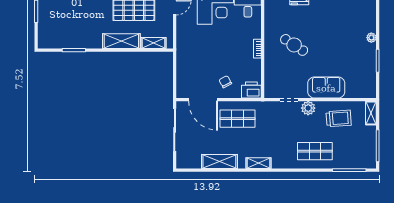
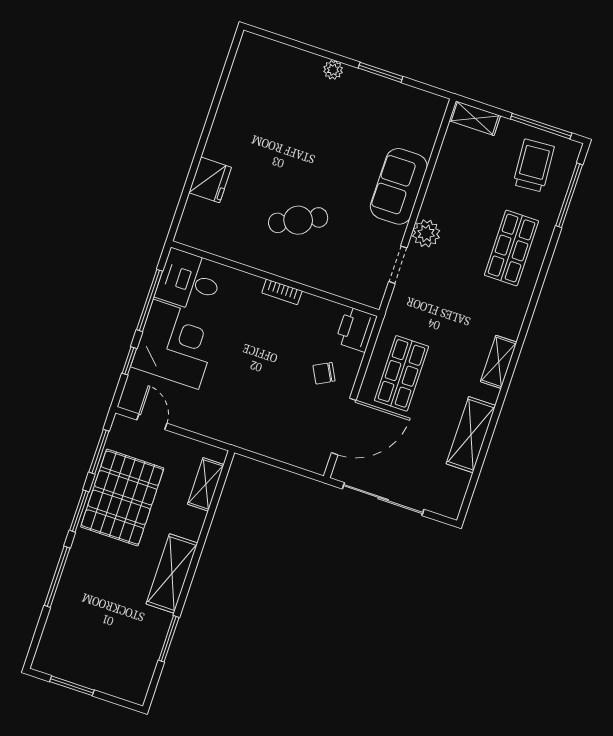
shelving: (121, 41) -> (172, 573), moved
cafe table: (294, 45) -> (298, 220), turned 31
trolley: (339, 118) -> (534, 166), moved

